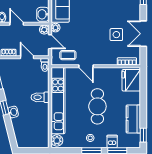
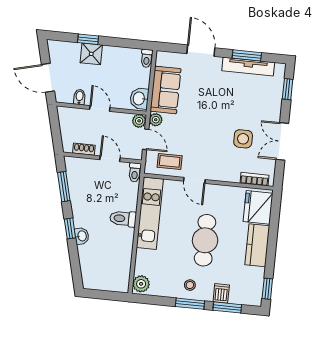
kitchen unit: (58, 101) -> (150, 213), width x0.73
kitchen counter: (133, 119) -> (257, 245), moved

